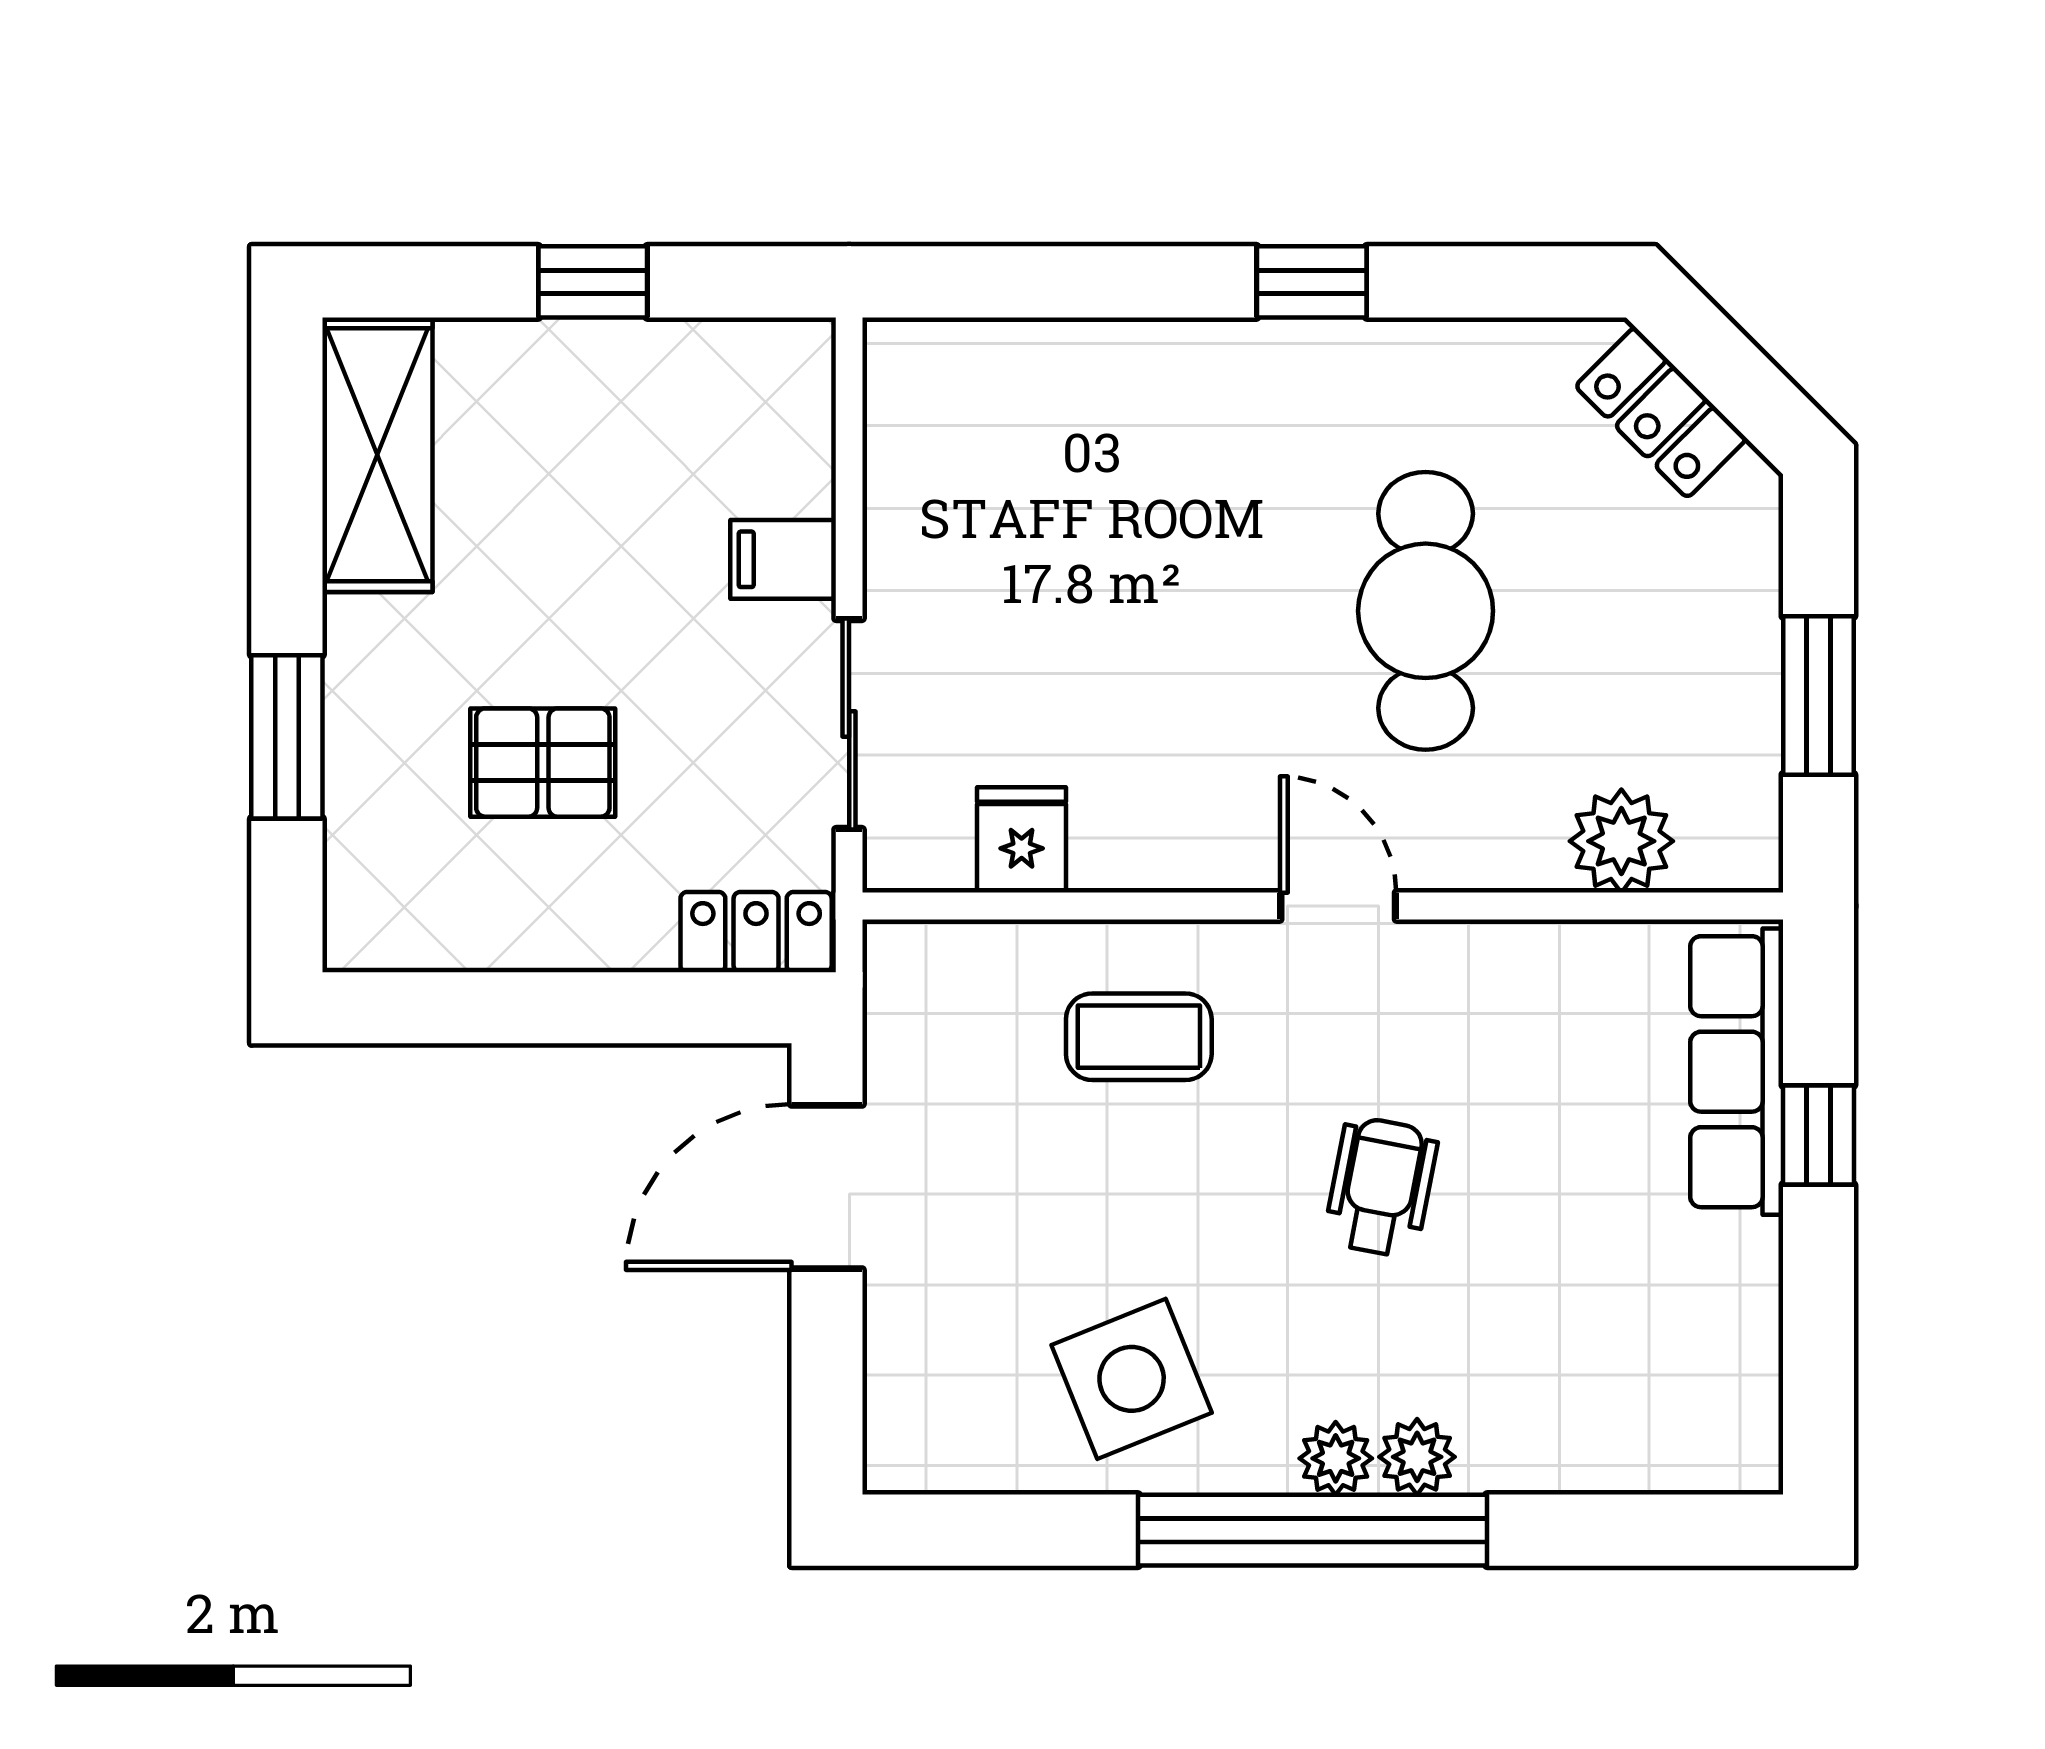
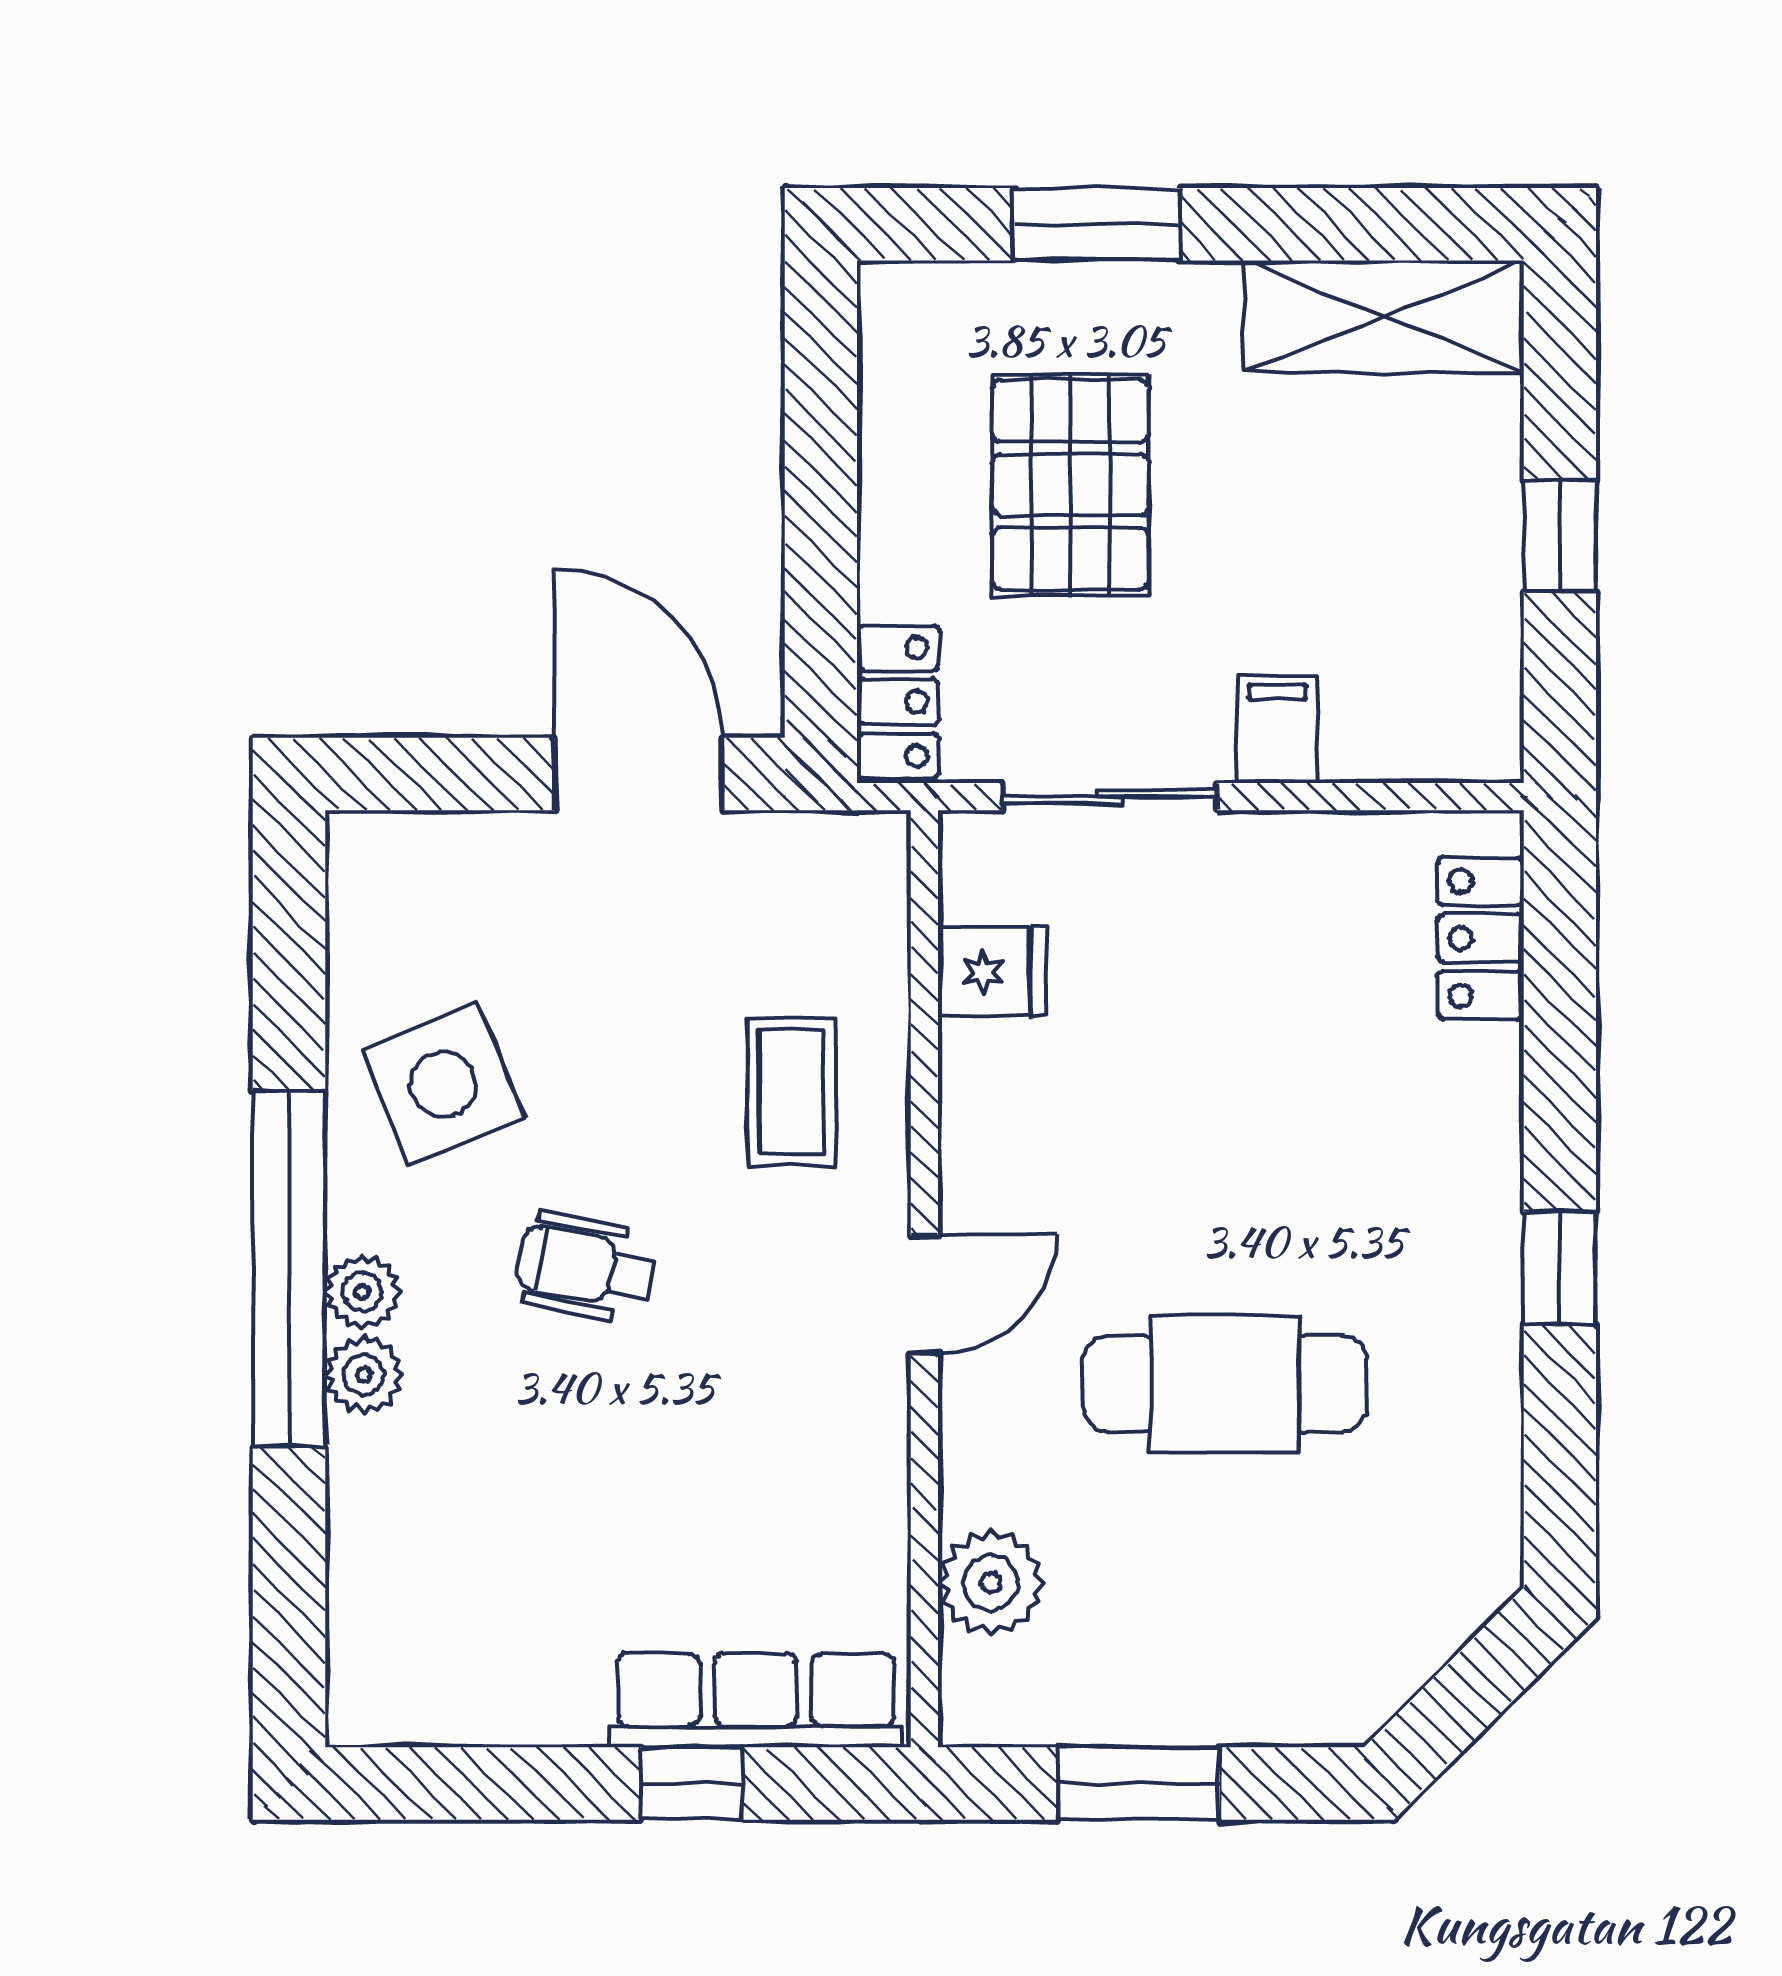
locker: (1661, 412) -> (1481, 938), moved, turned -45
pallet: (543, 763) -> (1070, 485), width x1.50, depth x1.42
wheelchair: (1381, 1187) -> (586, 1267), moved, turned 180

